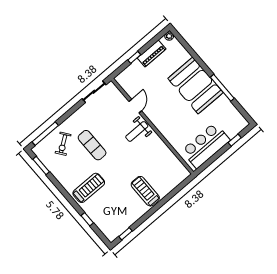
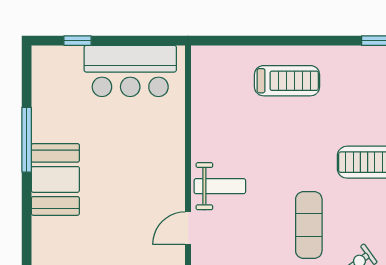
booth: (195, 86) -> (55, 179), width x0.73, depth x0.70
treadmill: (145, 191) -> (287, 81), turned -90

